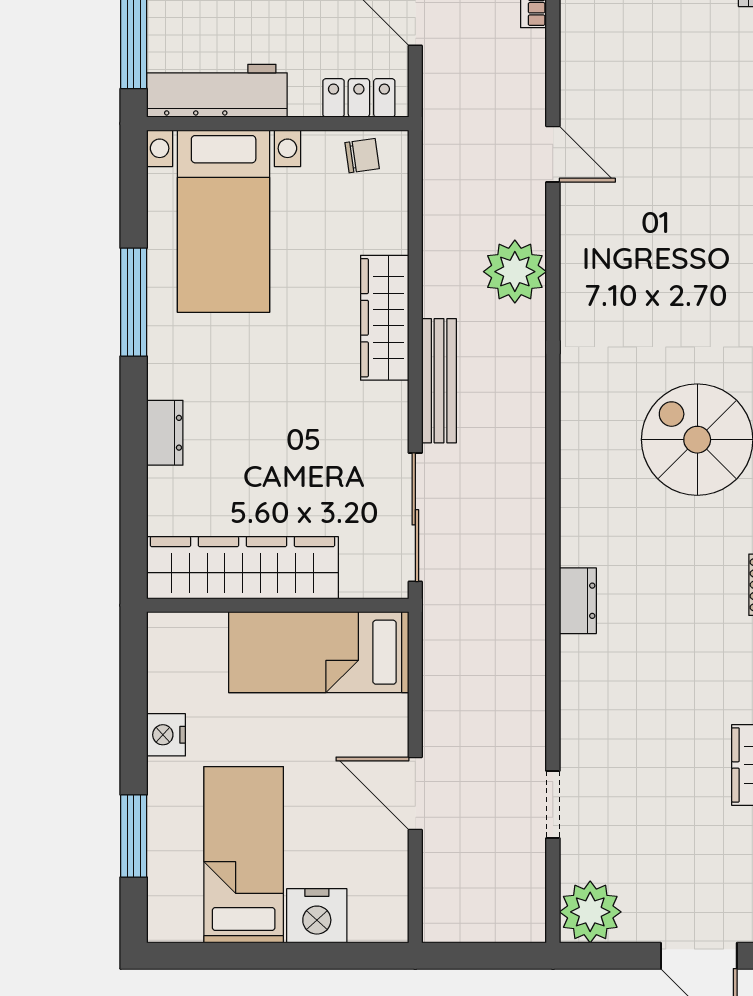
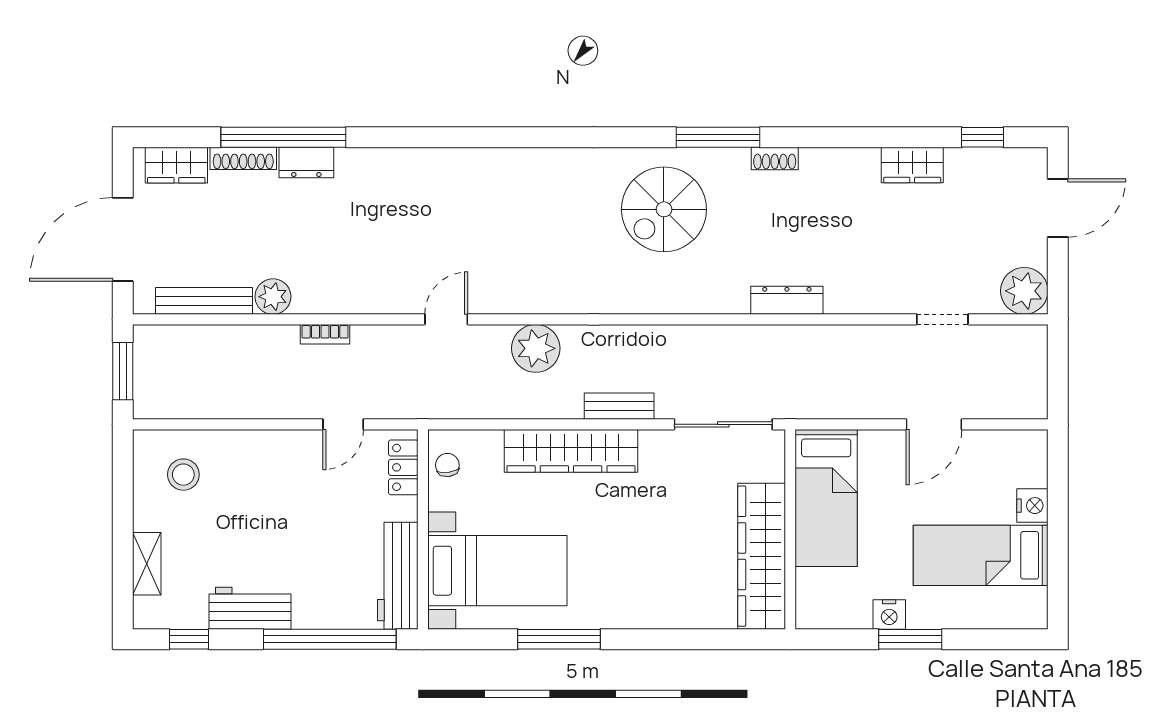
wardrobe: (385, 318) -> (571, 451), width x1.40, depth x1.17
bench: (439, 381) -> (619, 406), width x0.73
dresser: (165, 433) -> (659, 616), removed
dresser: (578, 601) -> (787, 300), width x1.44
window: (134, 836) -> (910, 639), moved
nightstand: (317, 916) -> (1032, 506), width x0.74, depth x0.75

